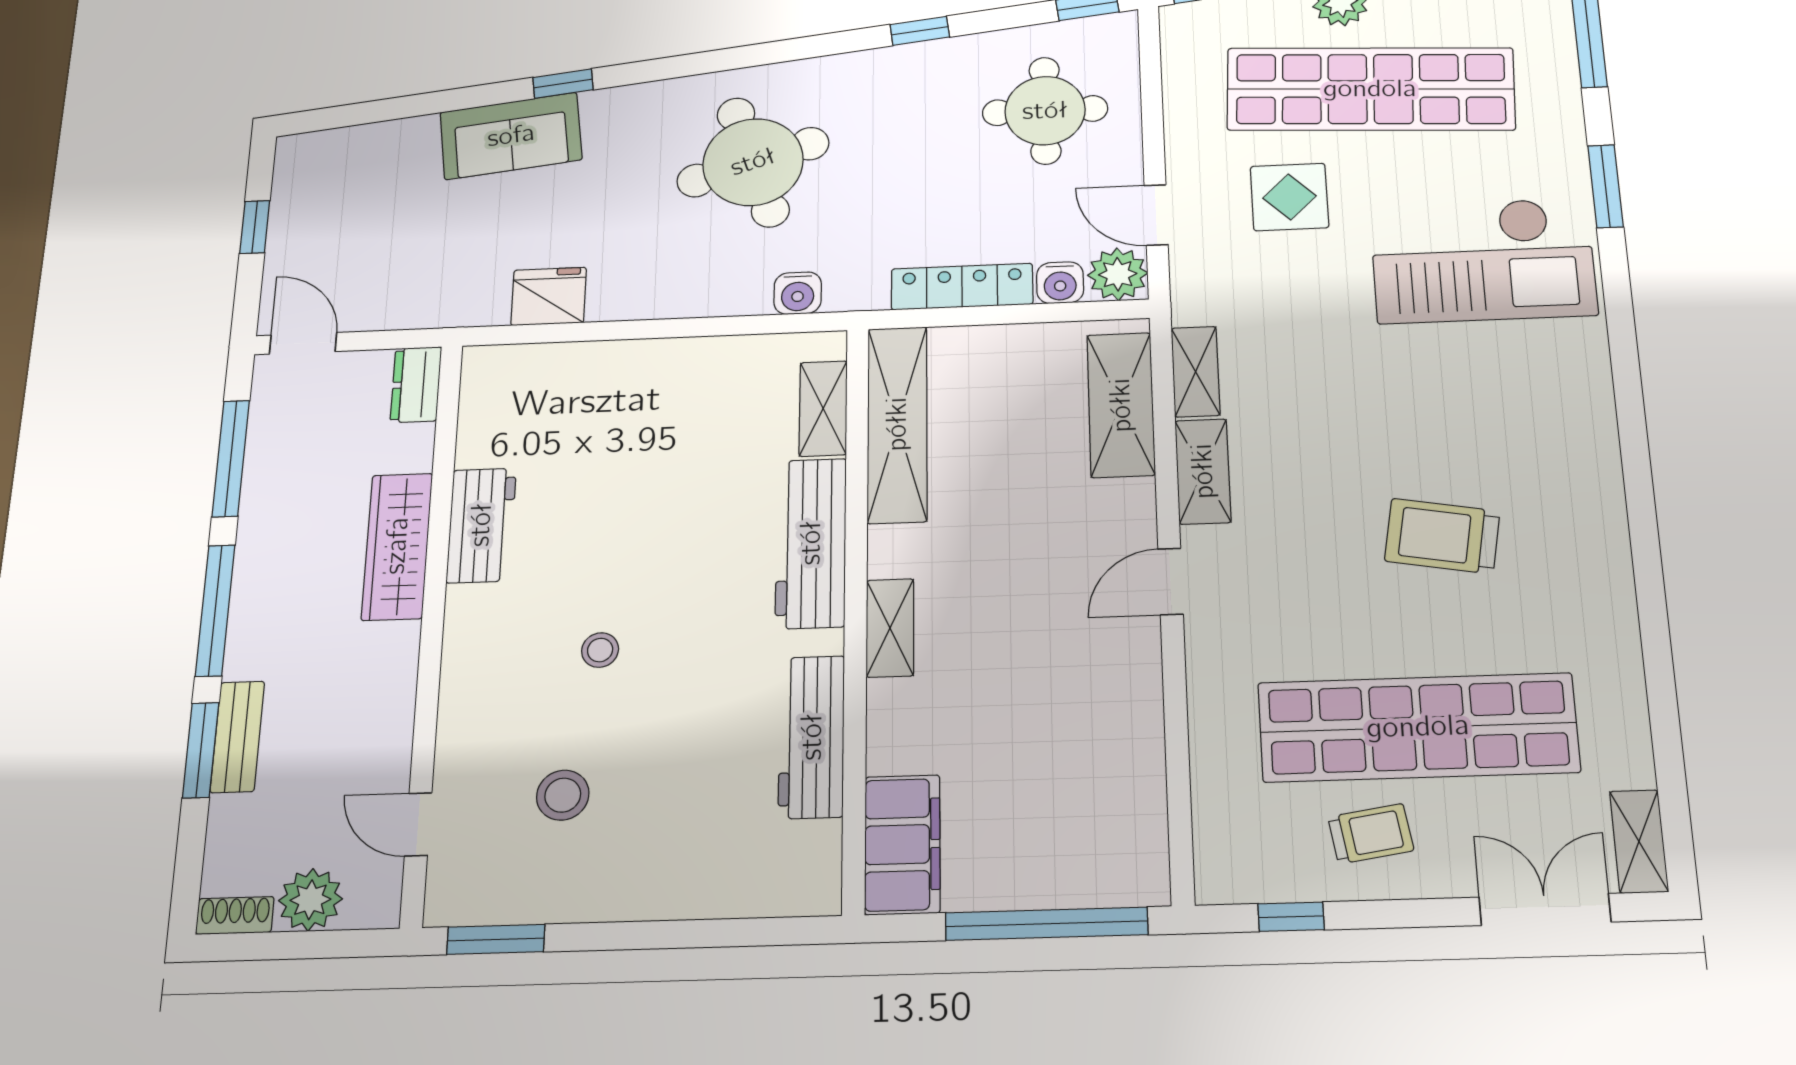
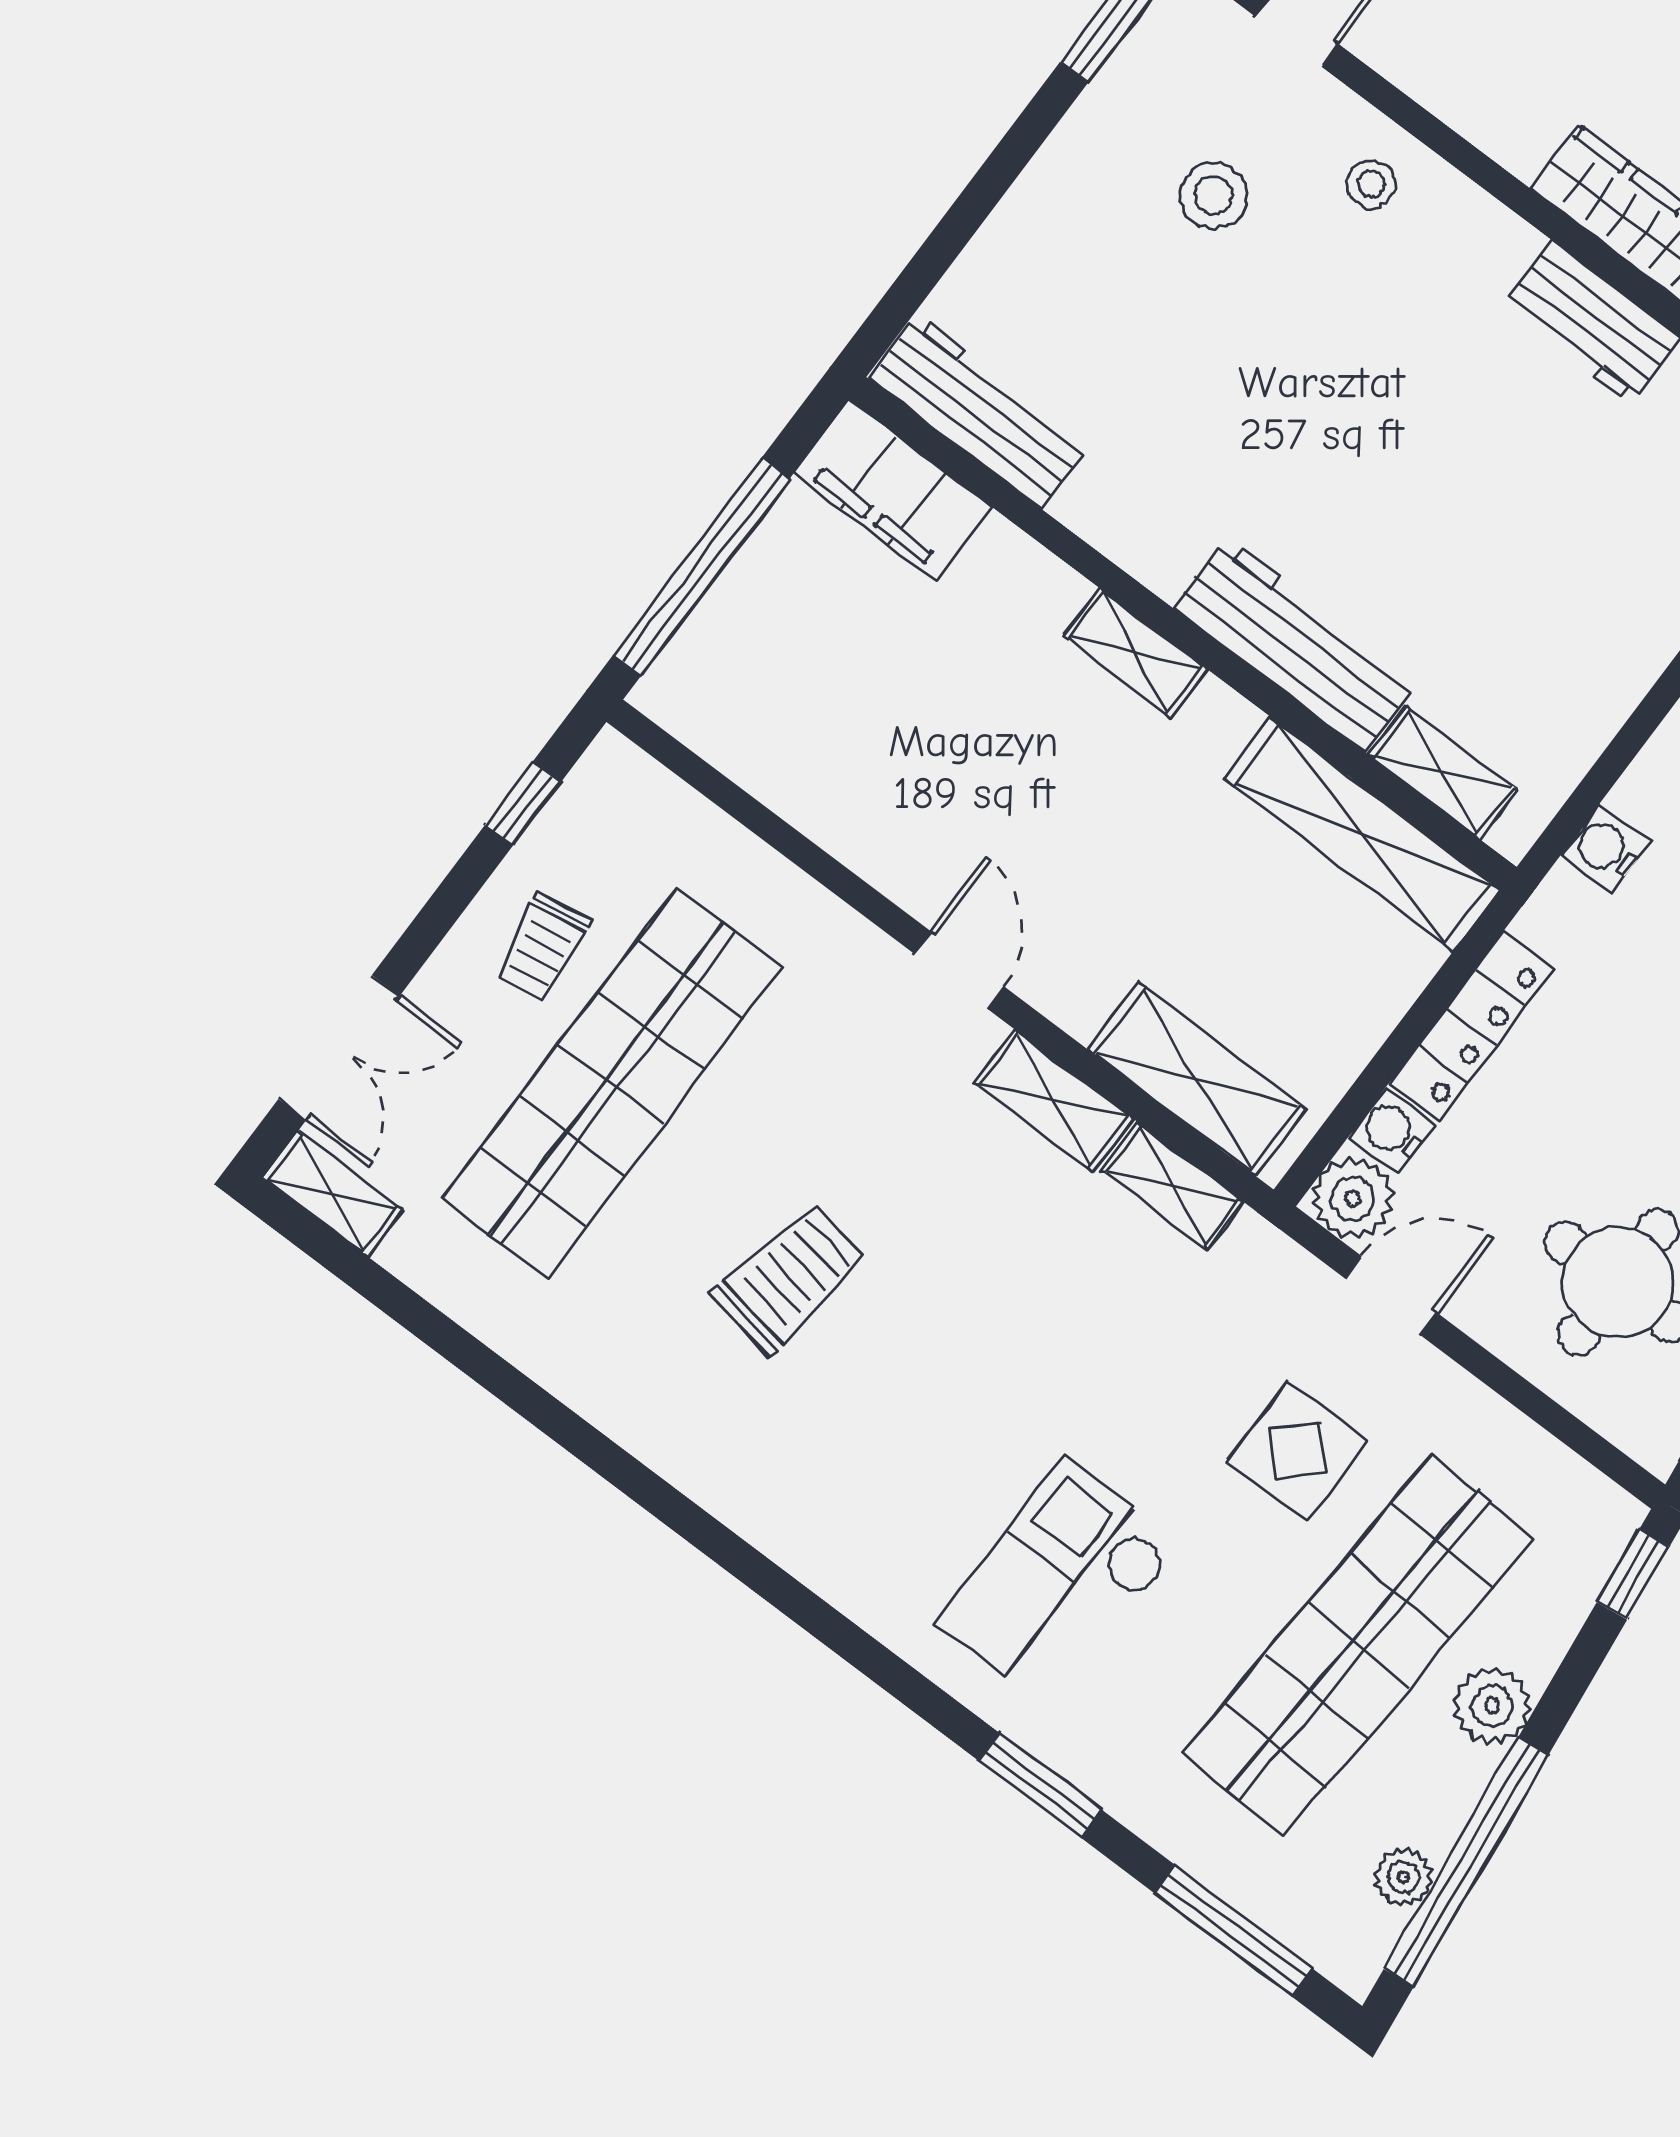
checkout: (1483, 260) -> (1059, 1585), width x0.73, depth x0.83
stool: (600, 650) -> (1371, 184), moved
workbench: (812, 737) -> (979, 411), moved

